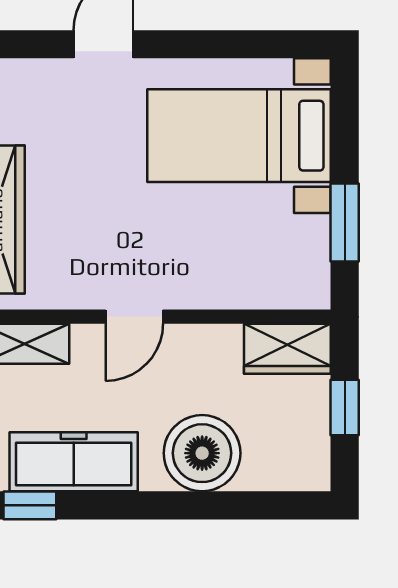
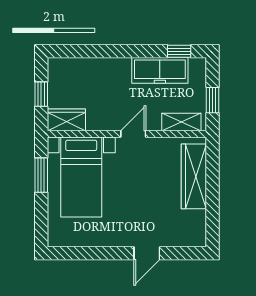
bed with nightstands: (239, 136) -> (81, 177), moved, turned 90
boiler: (202, 453) -> (104, 74), removed

